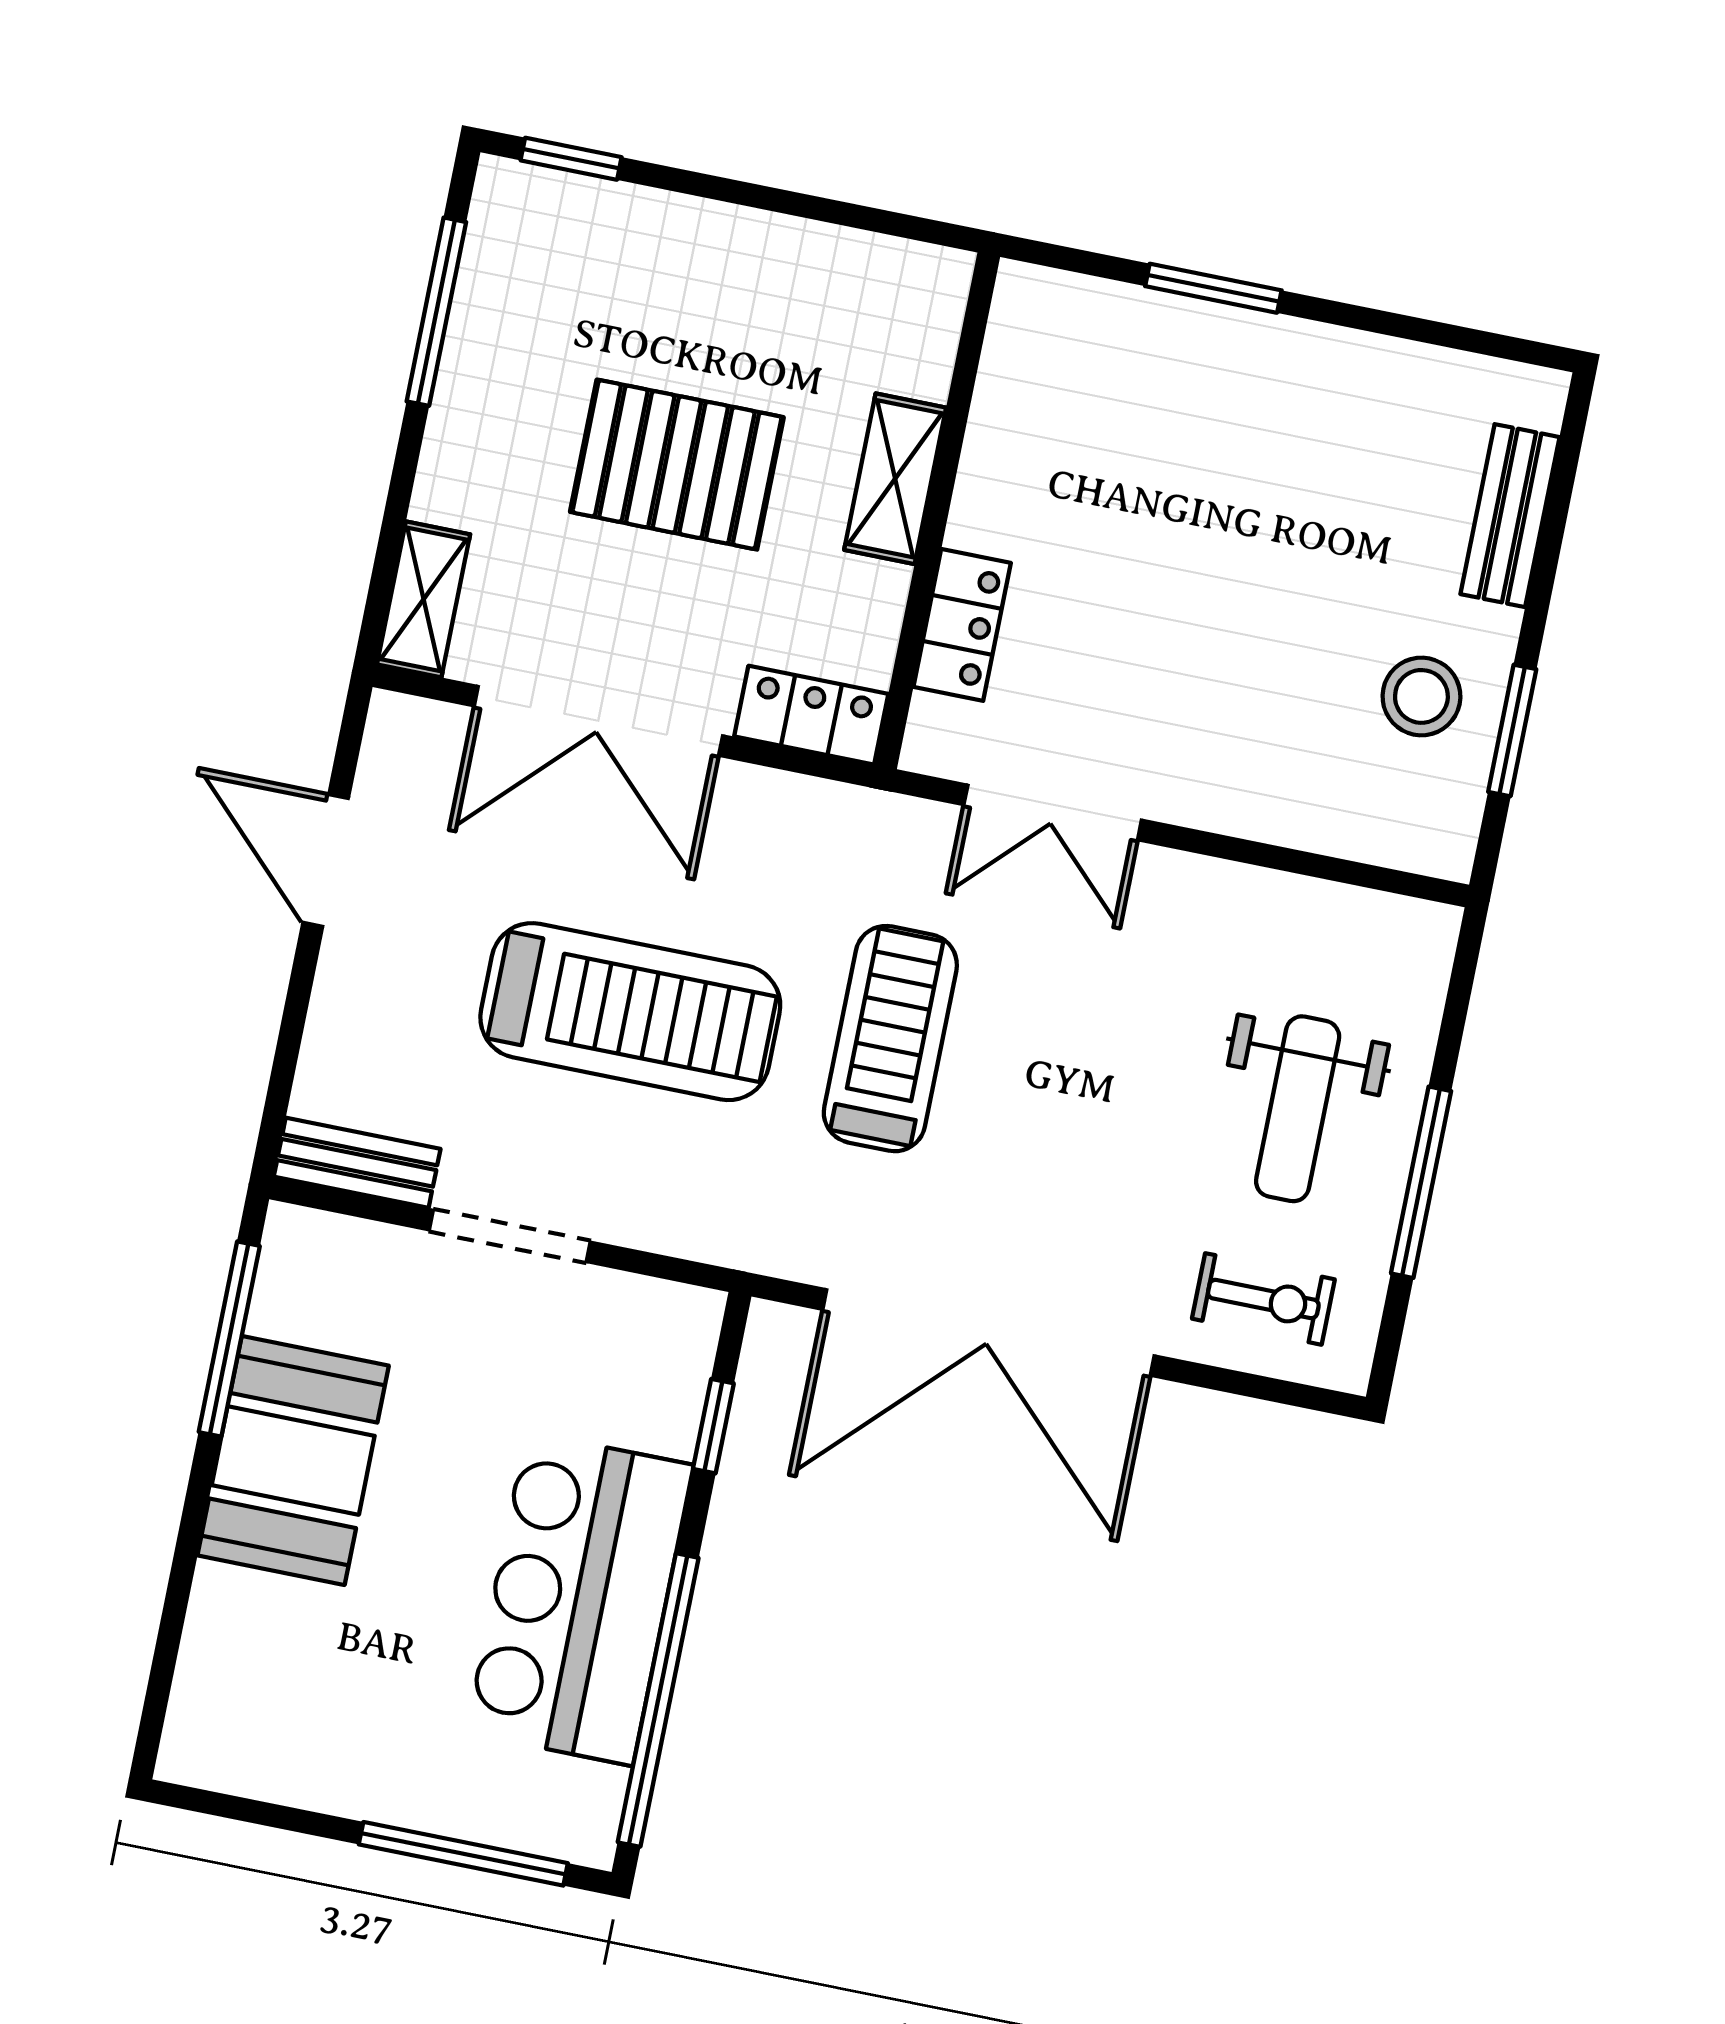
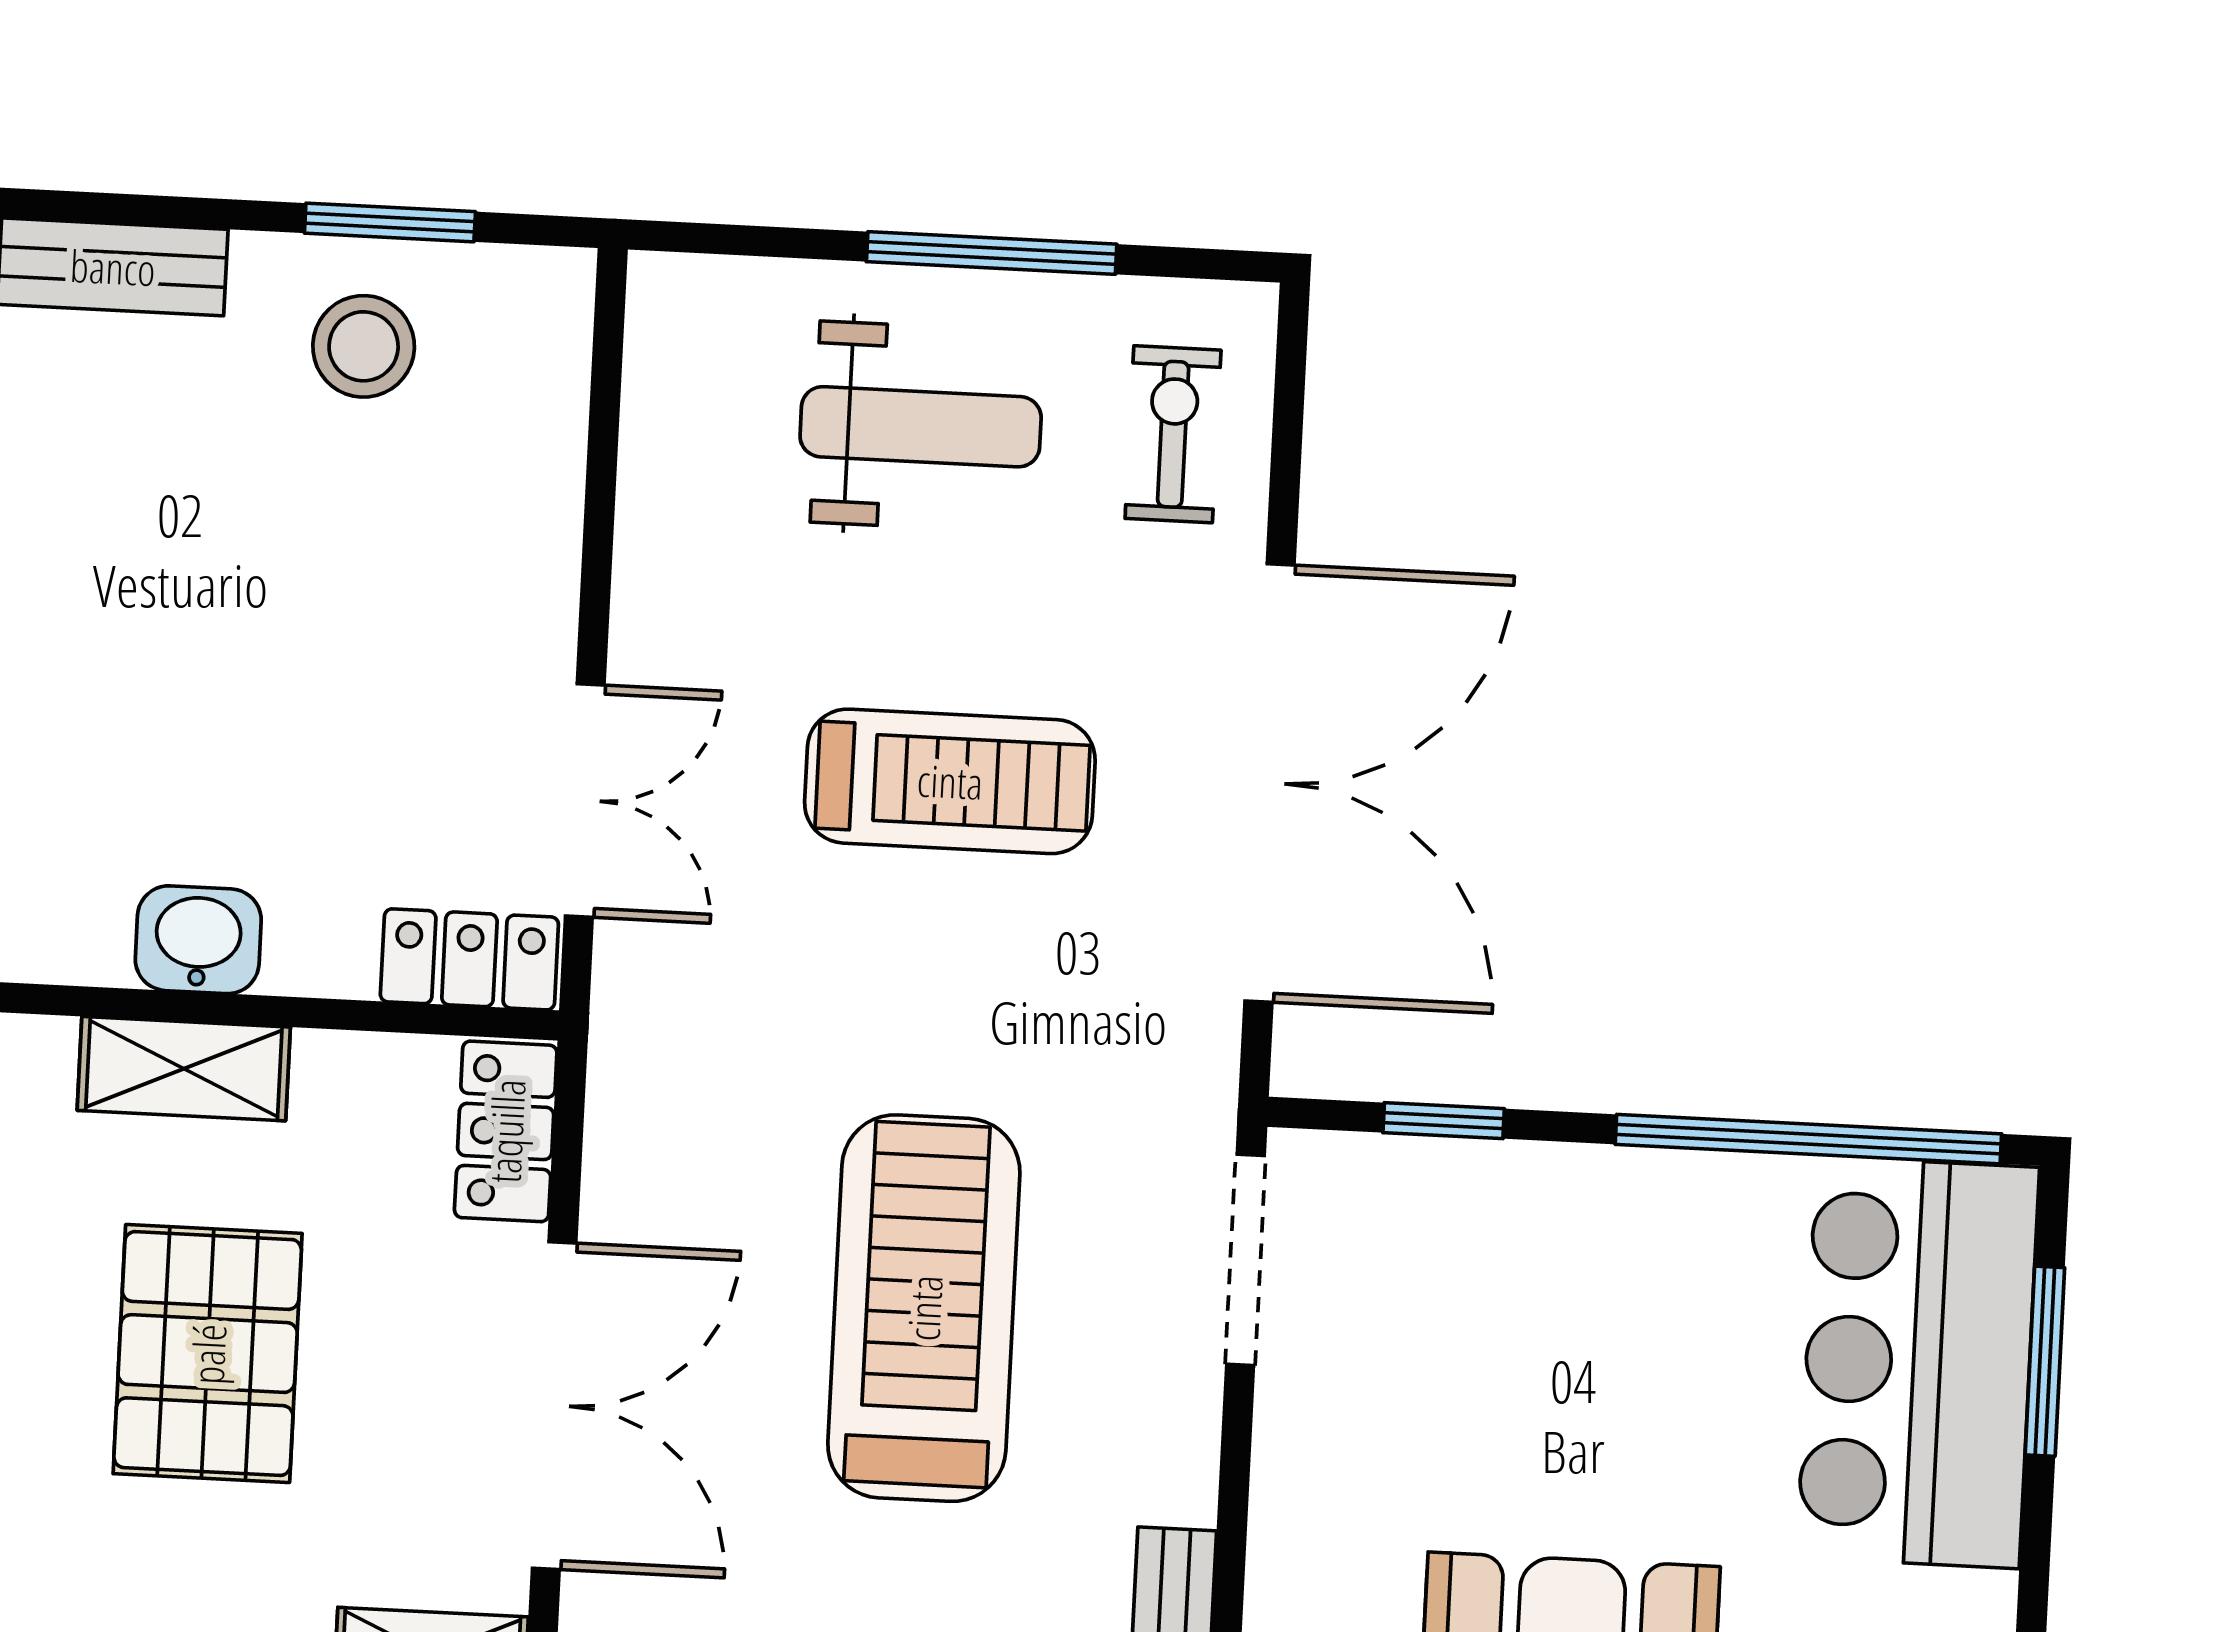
washbasin: (991, 504) -> (198, 940), added
locker: (962, 625) -> (469, 959), moved
treadmill: (890, 1039) -> (950, 781), moved, turned 180
doorway: (510, 1236) -> (1245, 1260), moved
bar counter: (580, 1599) -> (1918, 1362), moved, turned 90
window: (463, 1854) -> (2045, 1361), width x0.69

